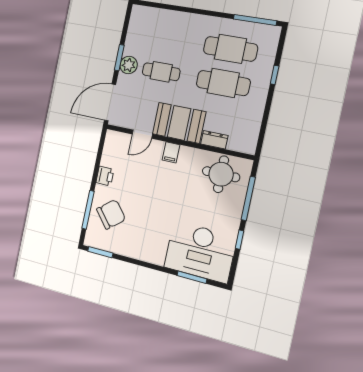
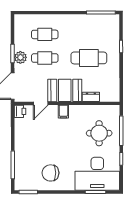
cafe table: (230, 49) -> (45, 34), moved, width x0.73, depth x0.74
round table: (221, 174) -> (99, 133), moved
printer: (105, 176) -> (20, 111), moved
chair: (111, 214) -> (51, 173), moved, turned -141

